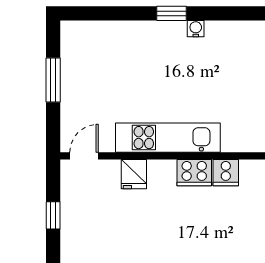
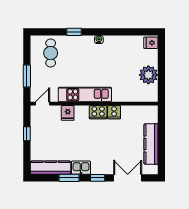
window: (171, 13) -> (74, 32), moved
cafe table: (100, 55) -> (51, 53), added
window: (53, 80) -> (27, 76), moved

